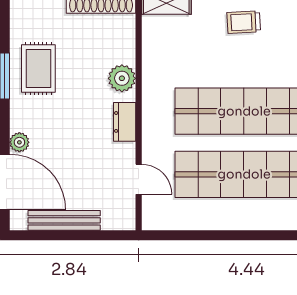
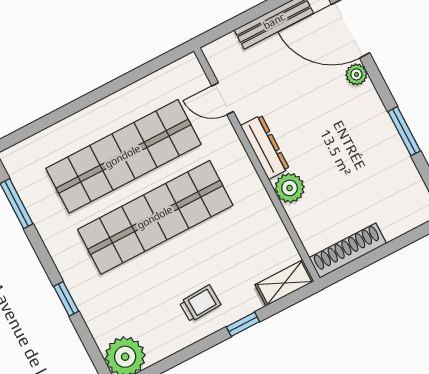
rug: (38, 69) -> (375, 155), removed
dresser: (125, 122) -> (265, 147), width x1.44

